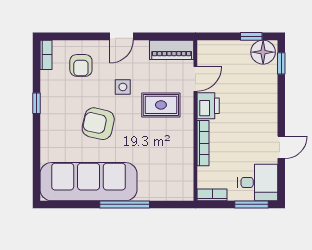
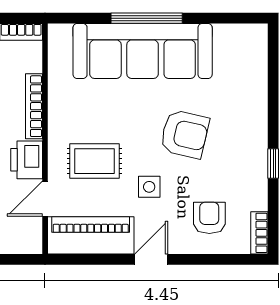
piano: (172, 50) -> (91, 235), width x1.37, depth x1.33
sofa: (89, 182) -> (143, 51), moved

